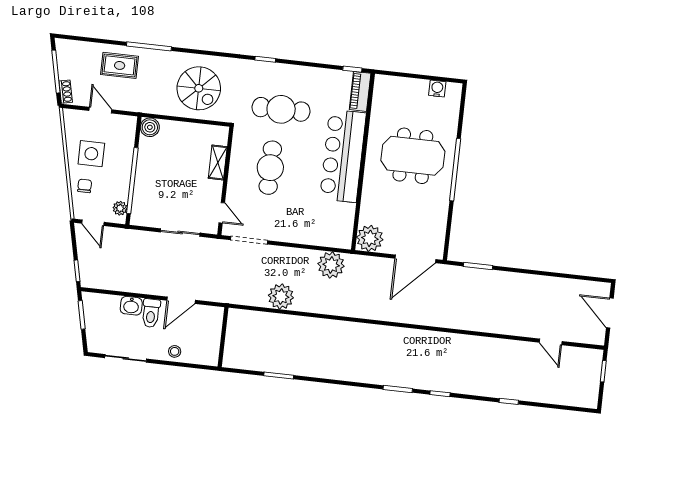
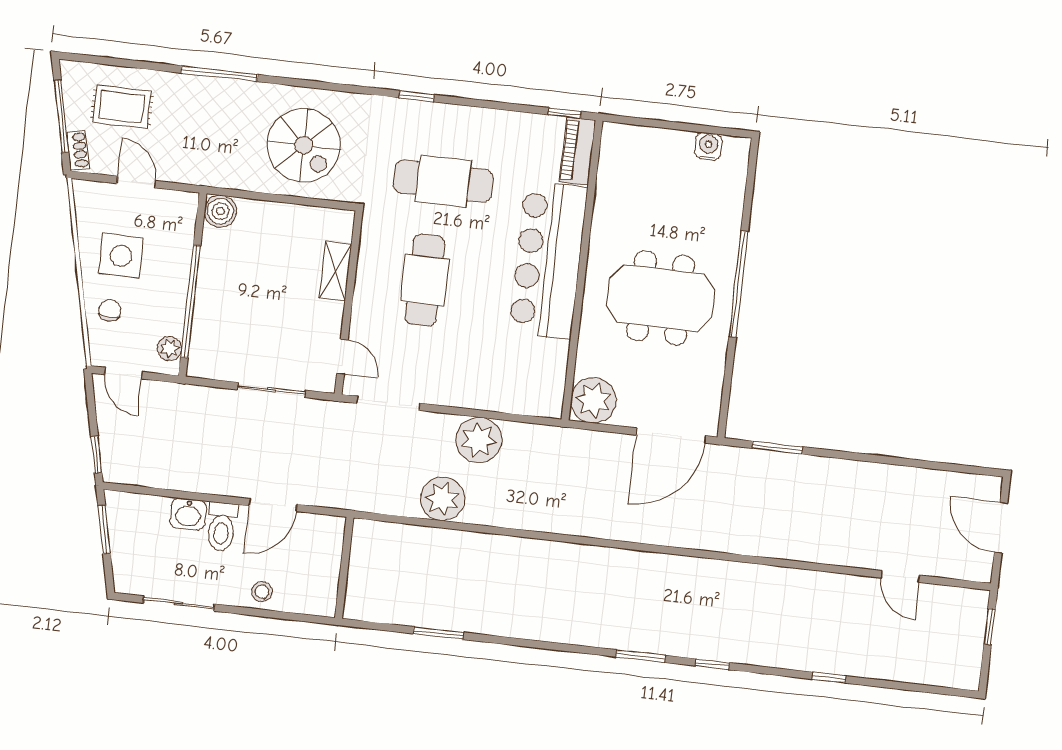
rug: (120, 65) -> (122, 107), moved
meeting table: (413, 156) -> (661, 298), moved
plant: (331, 265) -> (479, 440), moved

